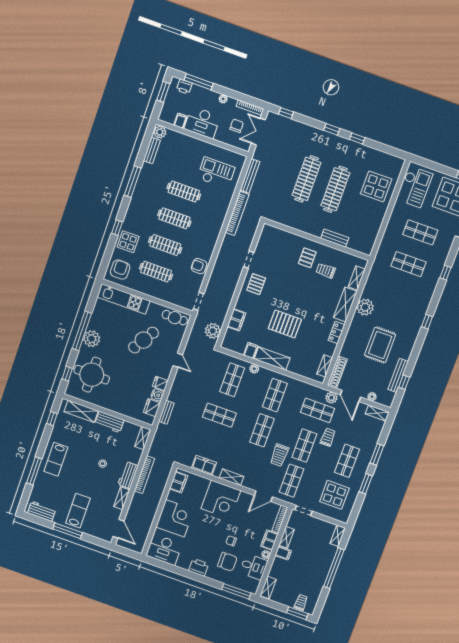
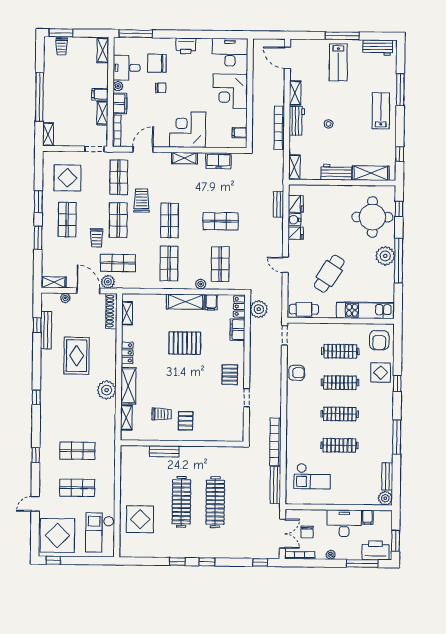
printer: (184, 87) -> (375, 550), width x1.87, depth x1.48
locker: (228, 339) -> (239, 306), added
filing cabinet: (179, 482) -> (240, 133), width x0.50

